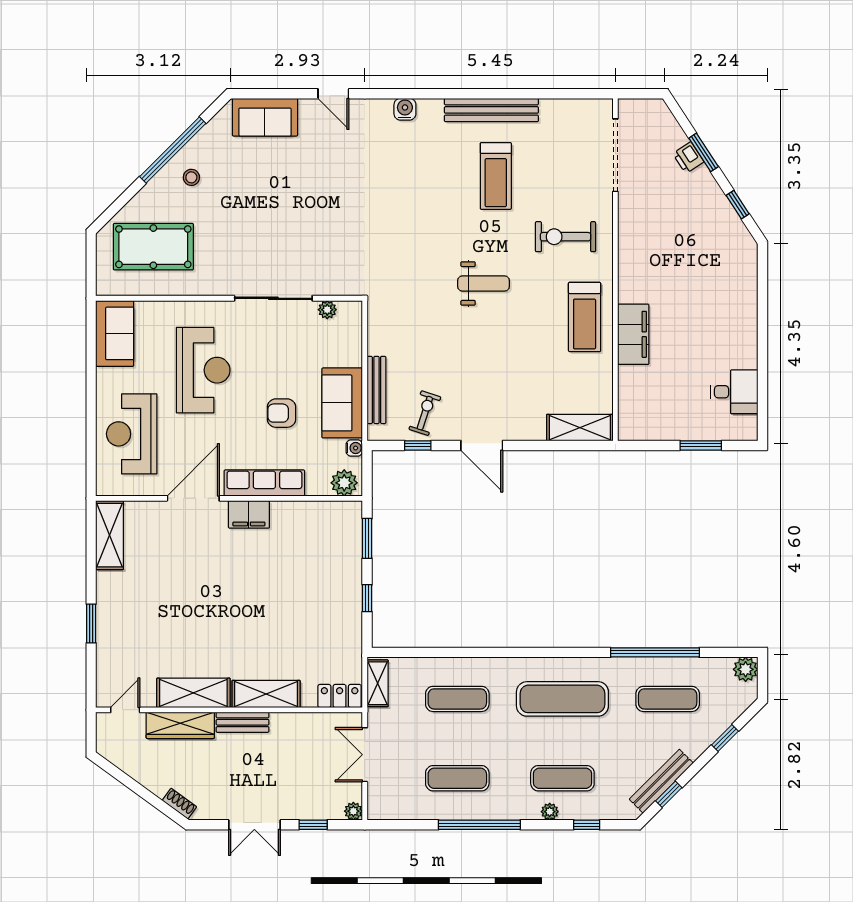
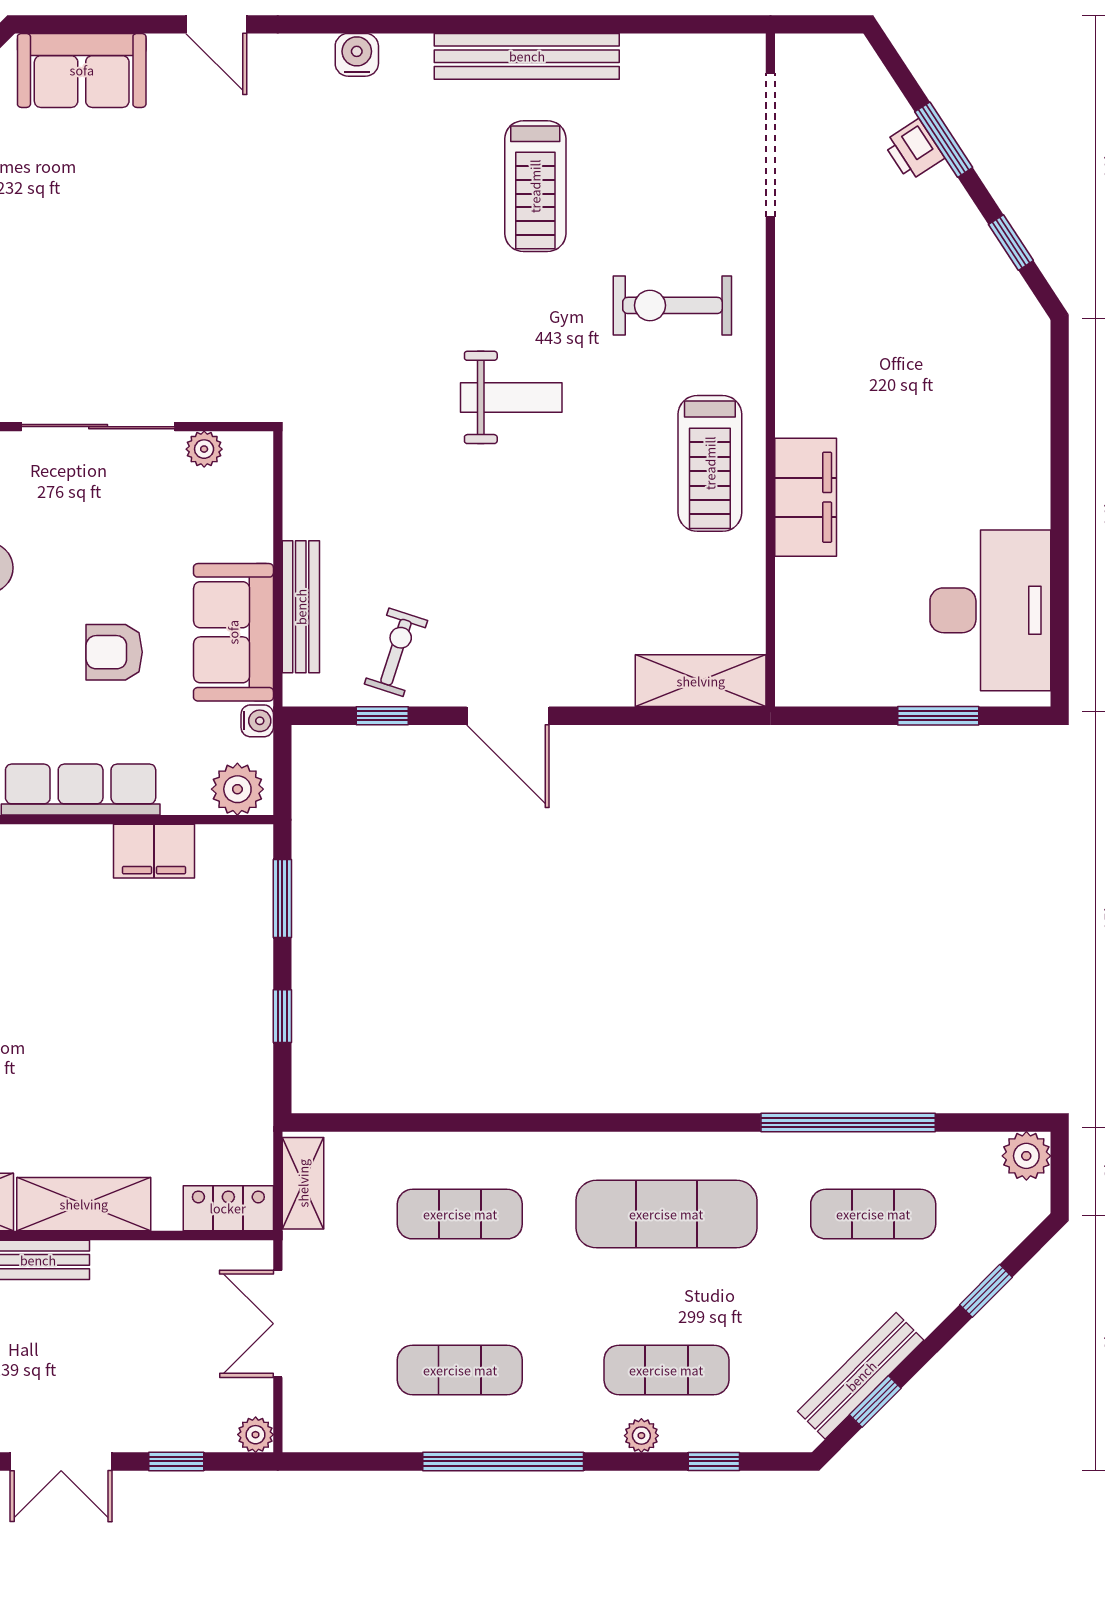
desk: (734, 392) -> (990, 610), width x1.87, depth x1.30
filing cabinet: (249, 514) -> (154, 851), moved

